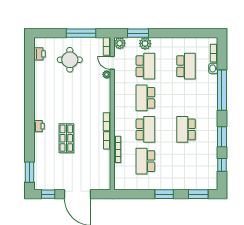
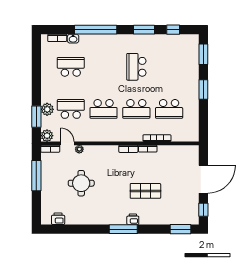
round table: (70, 60) -> (81, 183), moved
door: (112, 63) -> (67, 143), swing flipped
window: (30, 117) -> (123, 229), added
school desk: (145, 129) -> (136, 109), turned 180
school desk: (186, 129) -> (136, 67), turned 90

